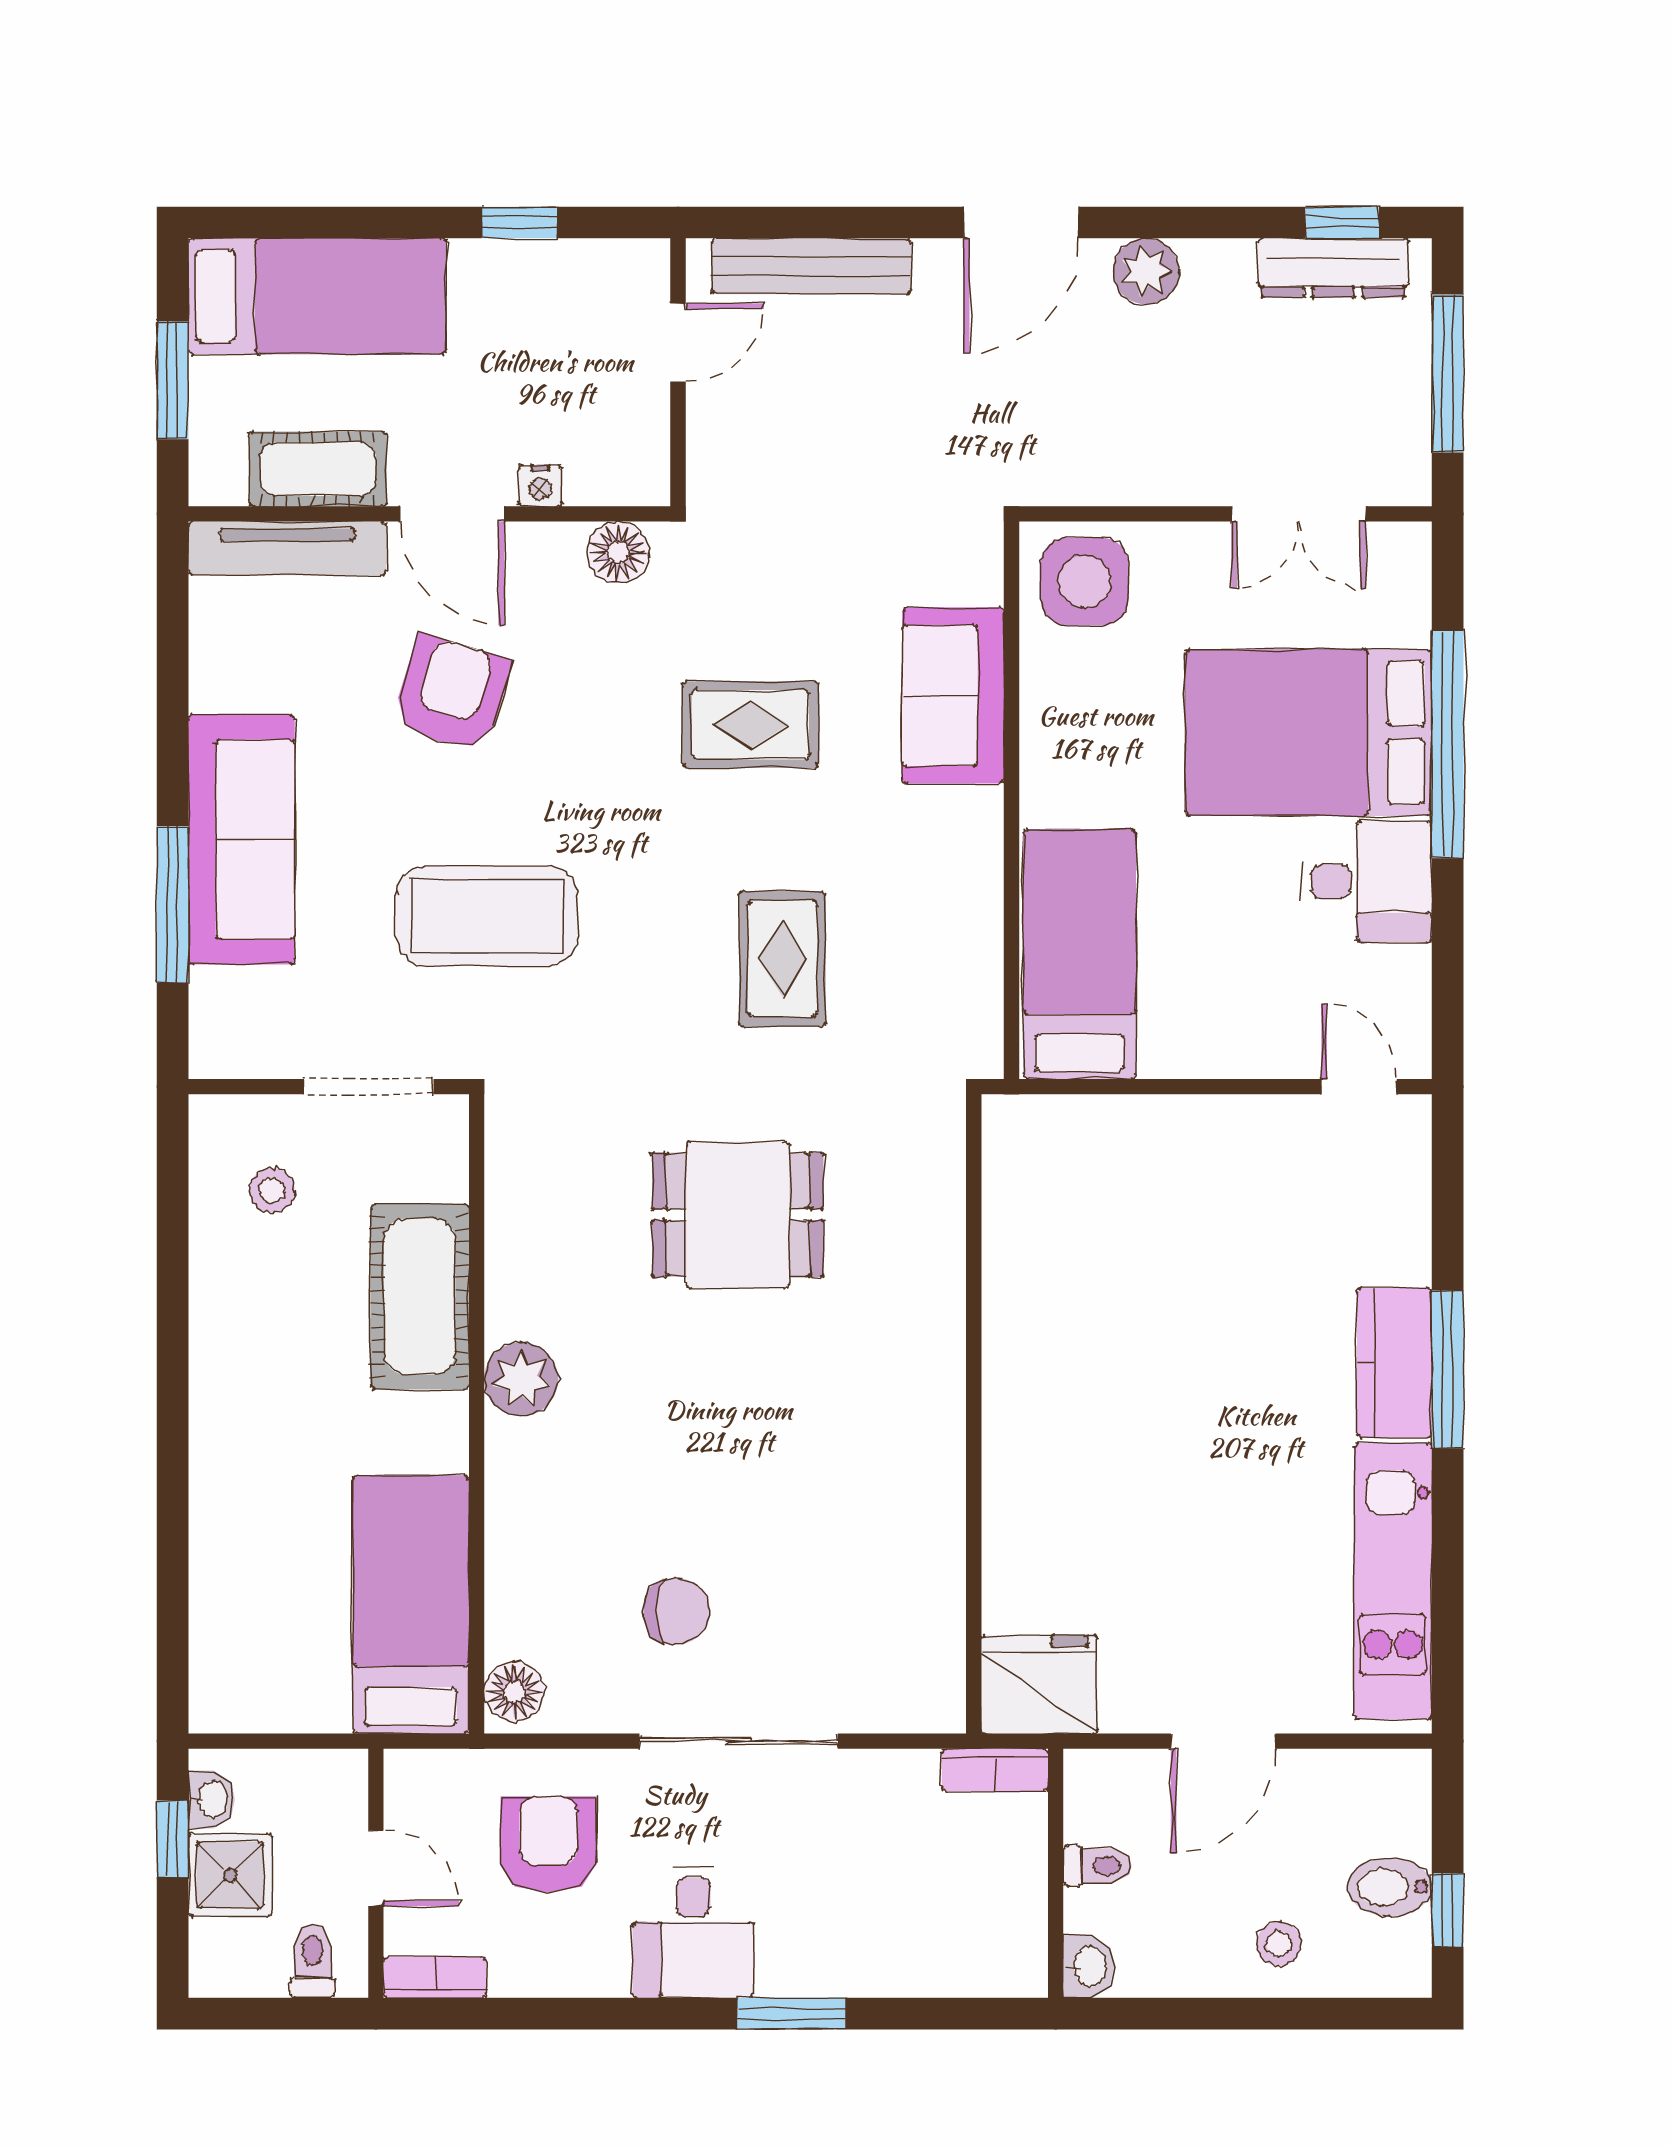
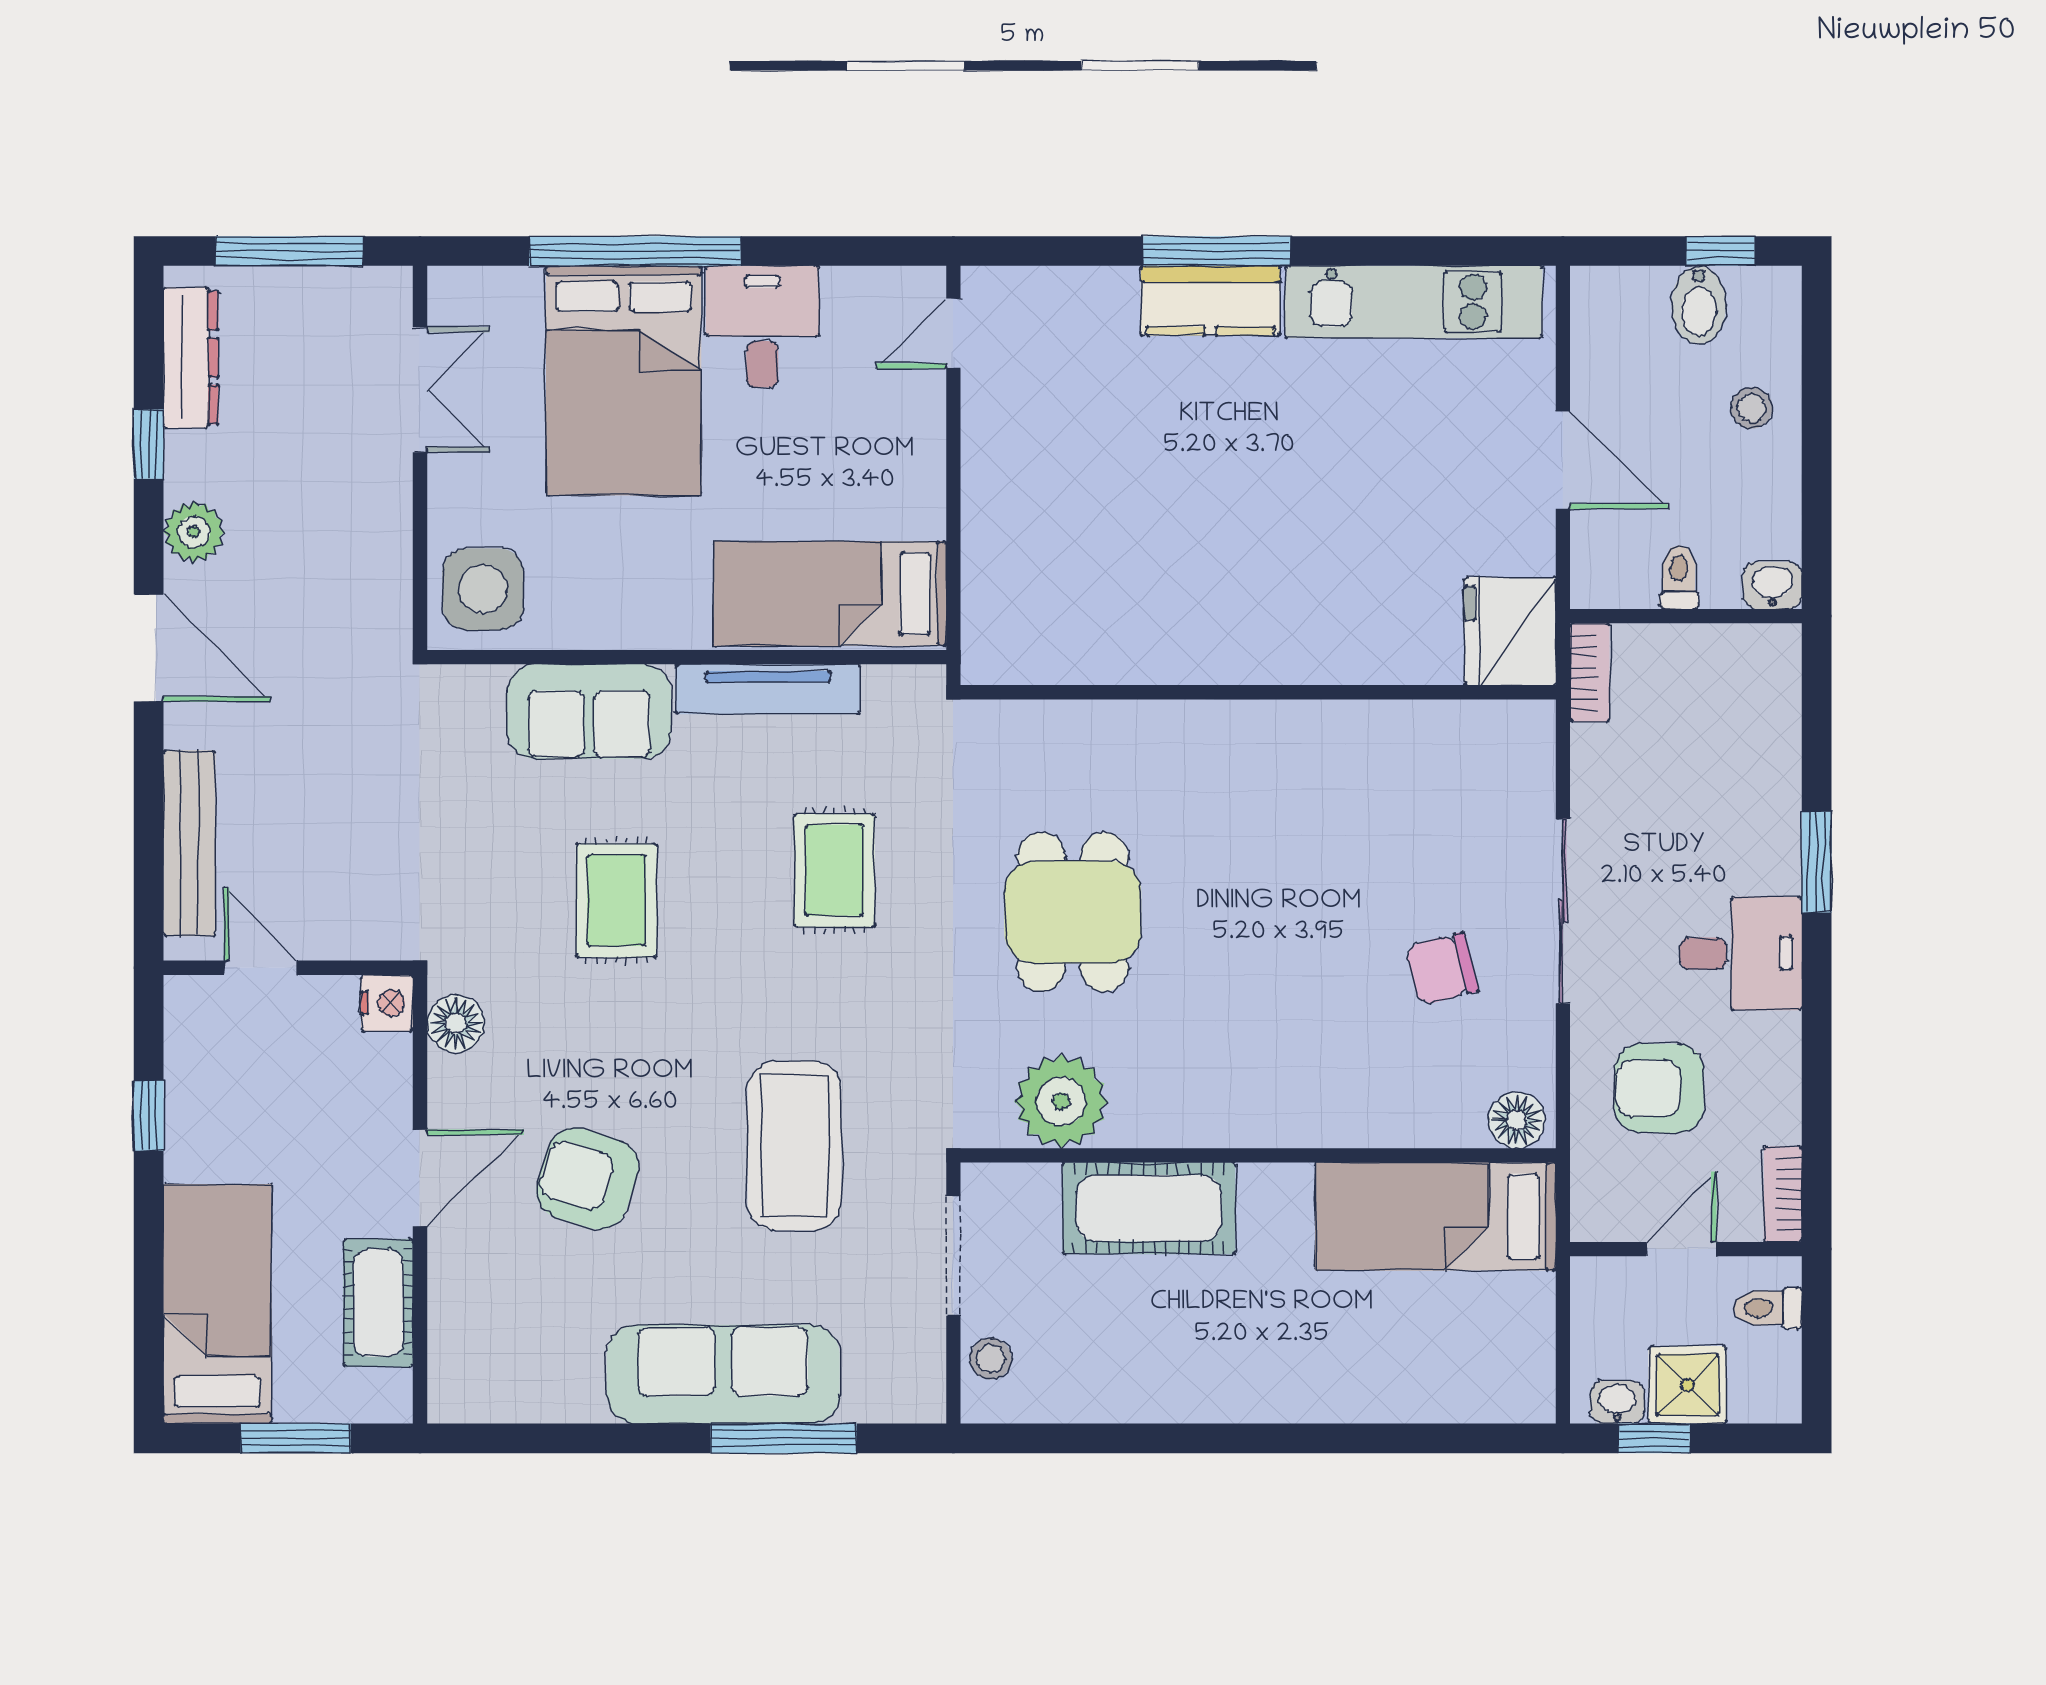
window: (1342, 222) -> (149, 444), moved
nightstand: (540, 486) -> (387, 1003), moved, width x1.39, depth x1.35
tv unit: (287, 548) -> (768, 689), moved, turned 90
rug: (783, 959) -> (834, 870), turned 90
stool: (272, 1190) -> (991, 1359), moved
plant: (521, 1379) -> (1061, 1101), moved, width x1.36, depth x1.36
chair: (677, 1611) -> (1442, 969), turned -104

